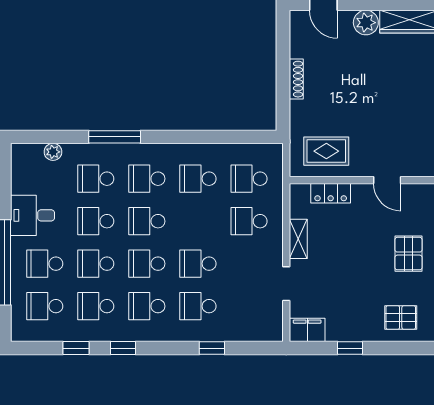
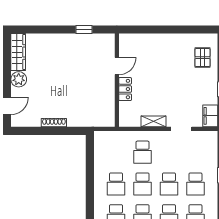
rug: (326, 151) -> (99, 104), removed
school desk: (249, 179) -> (142, 184), moved
locker: (331, 193) -> (125, 89), moved
pallet: (409, 254) -> (163, 53), removed

